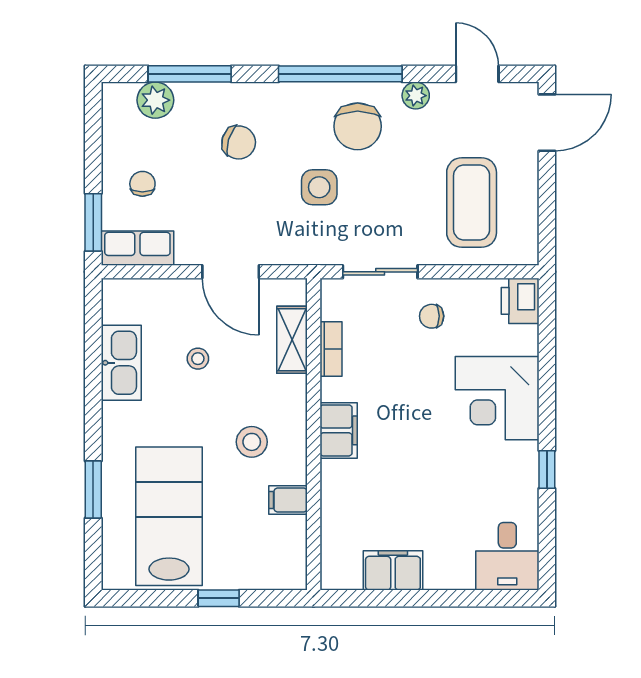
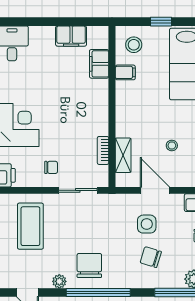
side table: (319, 187) -> (147, 224), moved
filing cabinet: (339, 430) -> (99, 64), moved
stool: (252, 442) -> (134, 45), moved

